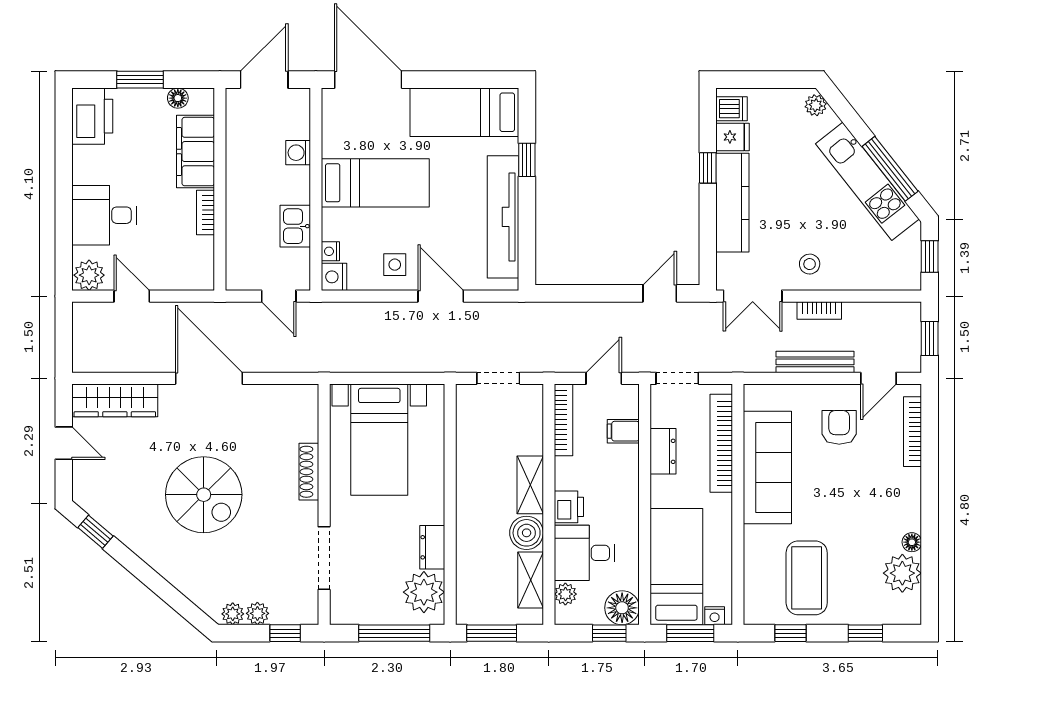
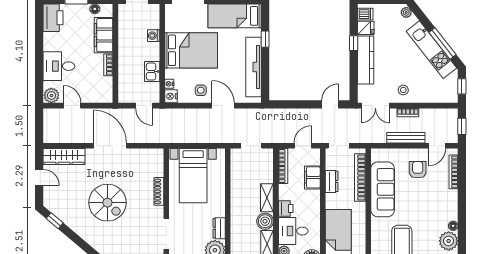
bed: (375, 183) -> (191, 50), width x1.50
filing cabinet: (623, 431) -> (312, 177), width x2.00

